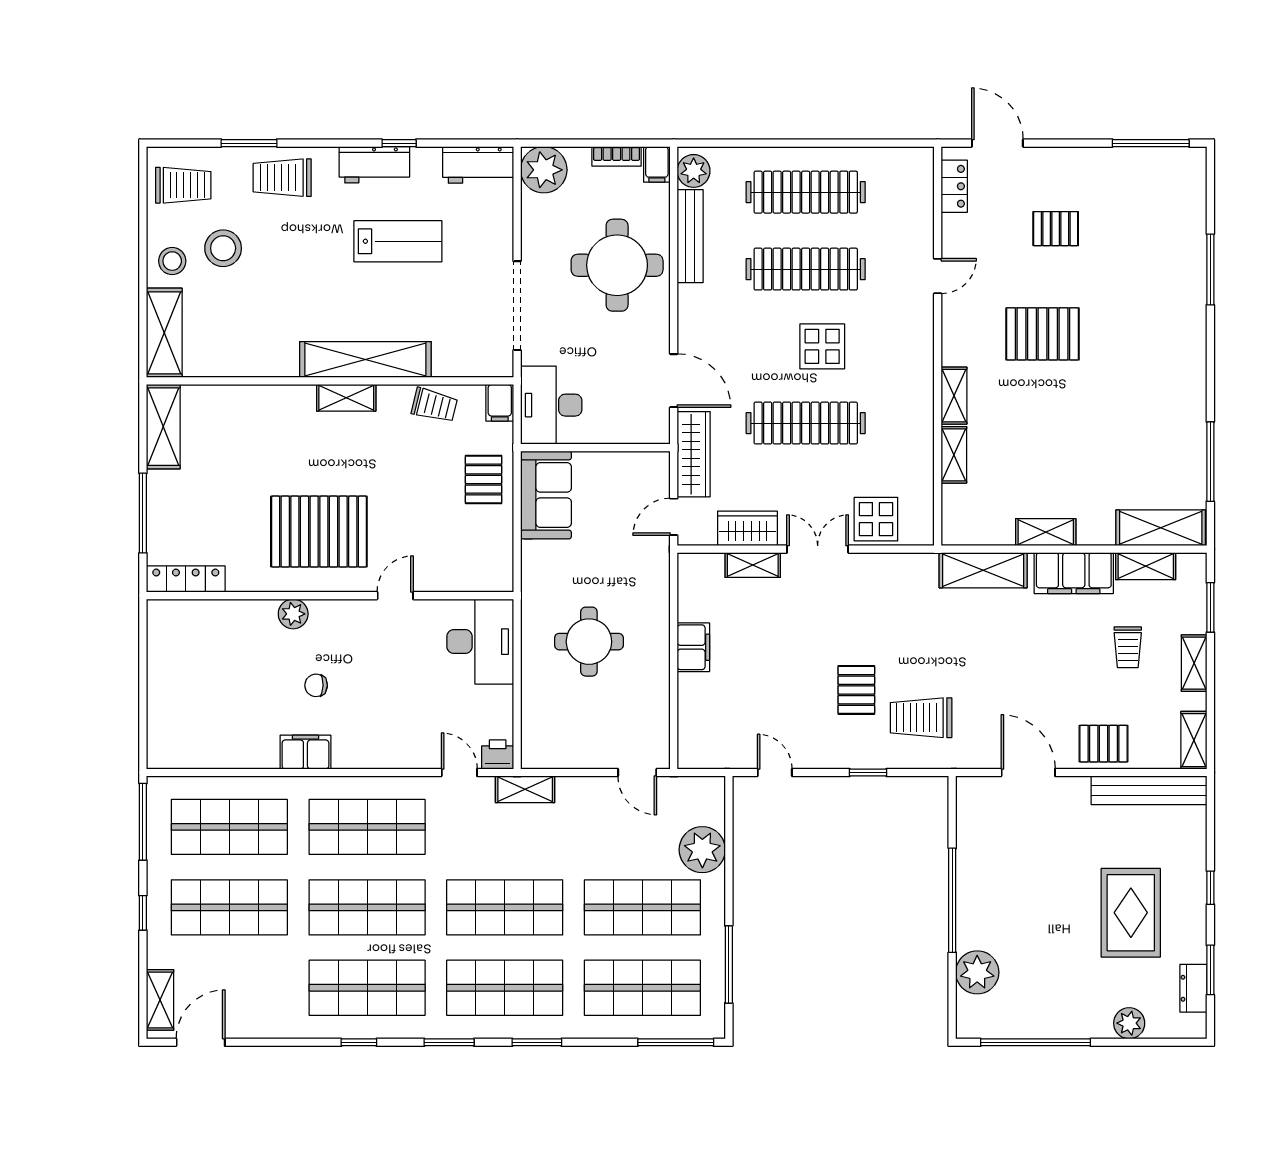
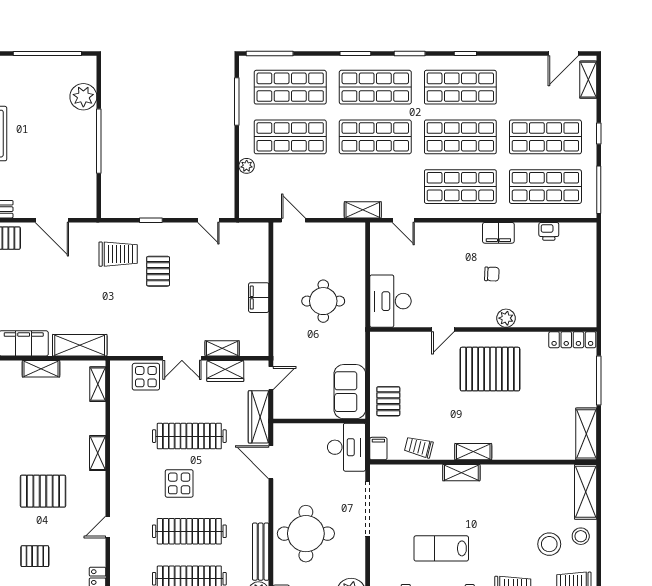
shelving: (365, 359) -> (461, 473), width x0.45, depth x0.75
shelving: (954, 455) -> (98, 384), moved
printer: (498, 754) -> (549, 231), moved
plant: (702, 850) -> (247, 166), width x0.53, depth x0.53

